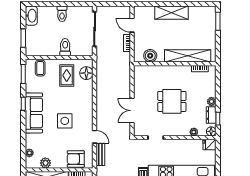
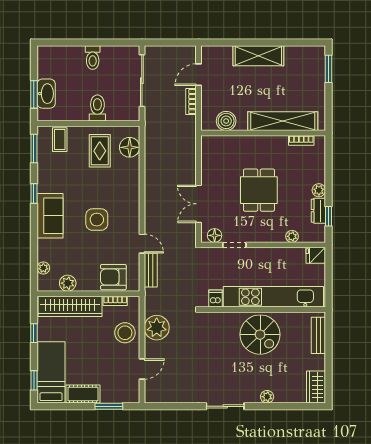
washbasin: (31, 16) -> (46, 94), moved
door: (132, 25) -> (199, 75), hinge flipped
dining table: (172, 101) -> (259, 190), turned 90
sofa: (34, 113) -> (50, 216), width x0.73
floor lamp: (211, 131) -> (215, 235), moved

